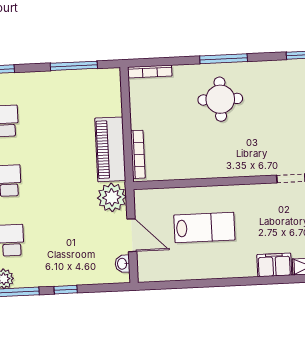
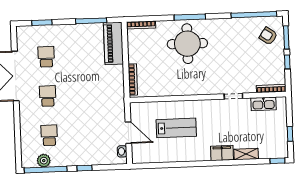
round table: (220, 99) -> (187, 44), width x1.36, depth x1.36
piano: (110, 149) -> (113, 43), moved
plant: (112, 197) -> (115, 108), removed

